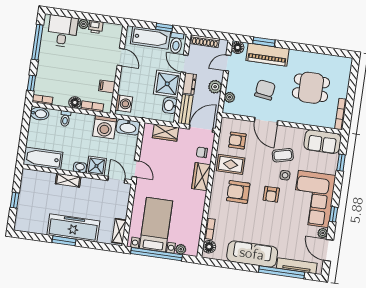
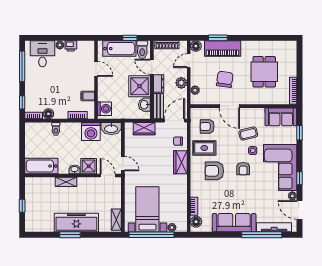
dining table: (311, 88) -> (264, 72), turned 90
floor lamp: (75, 102) -> (48, 114), moved
bidet: (40, 114) -> (33, 128), removed

